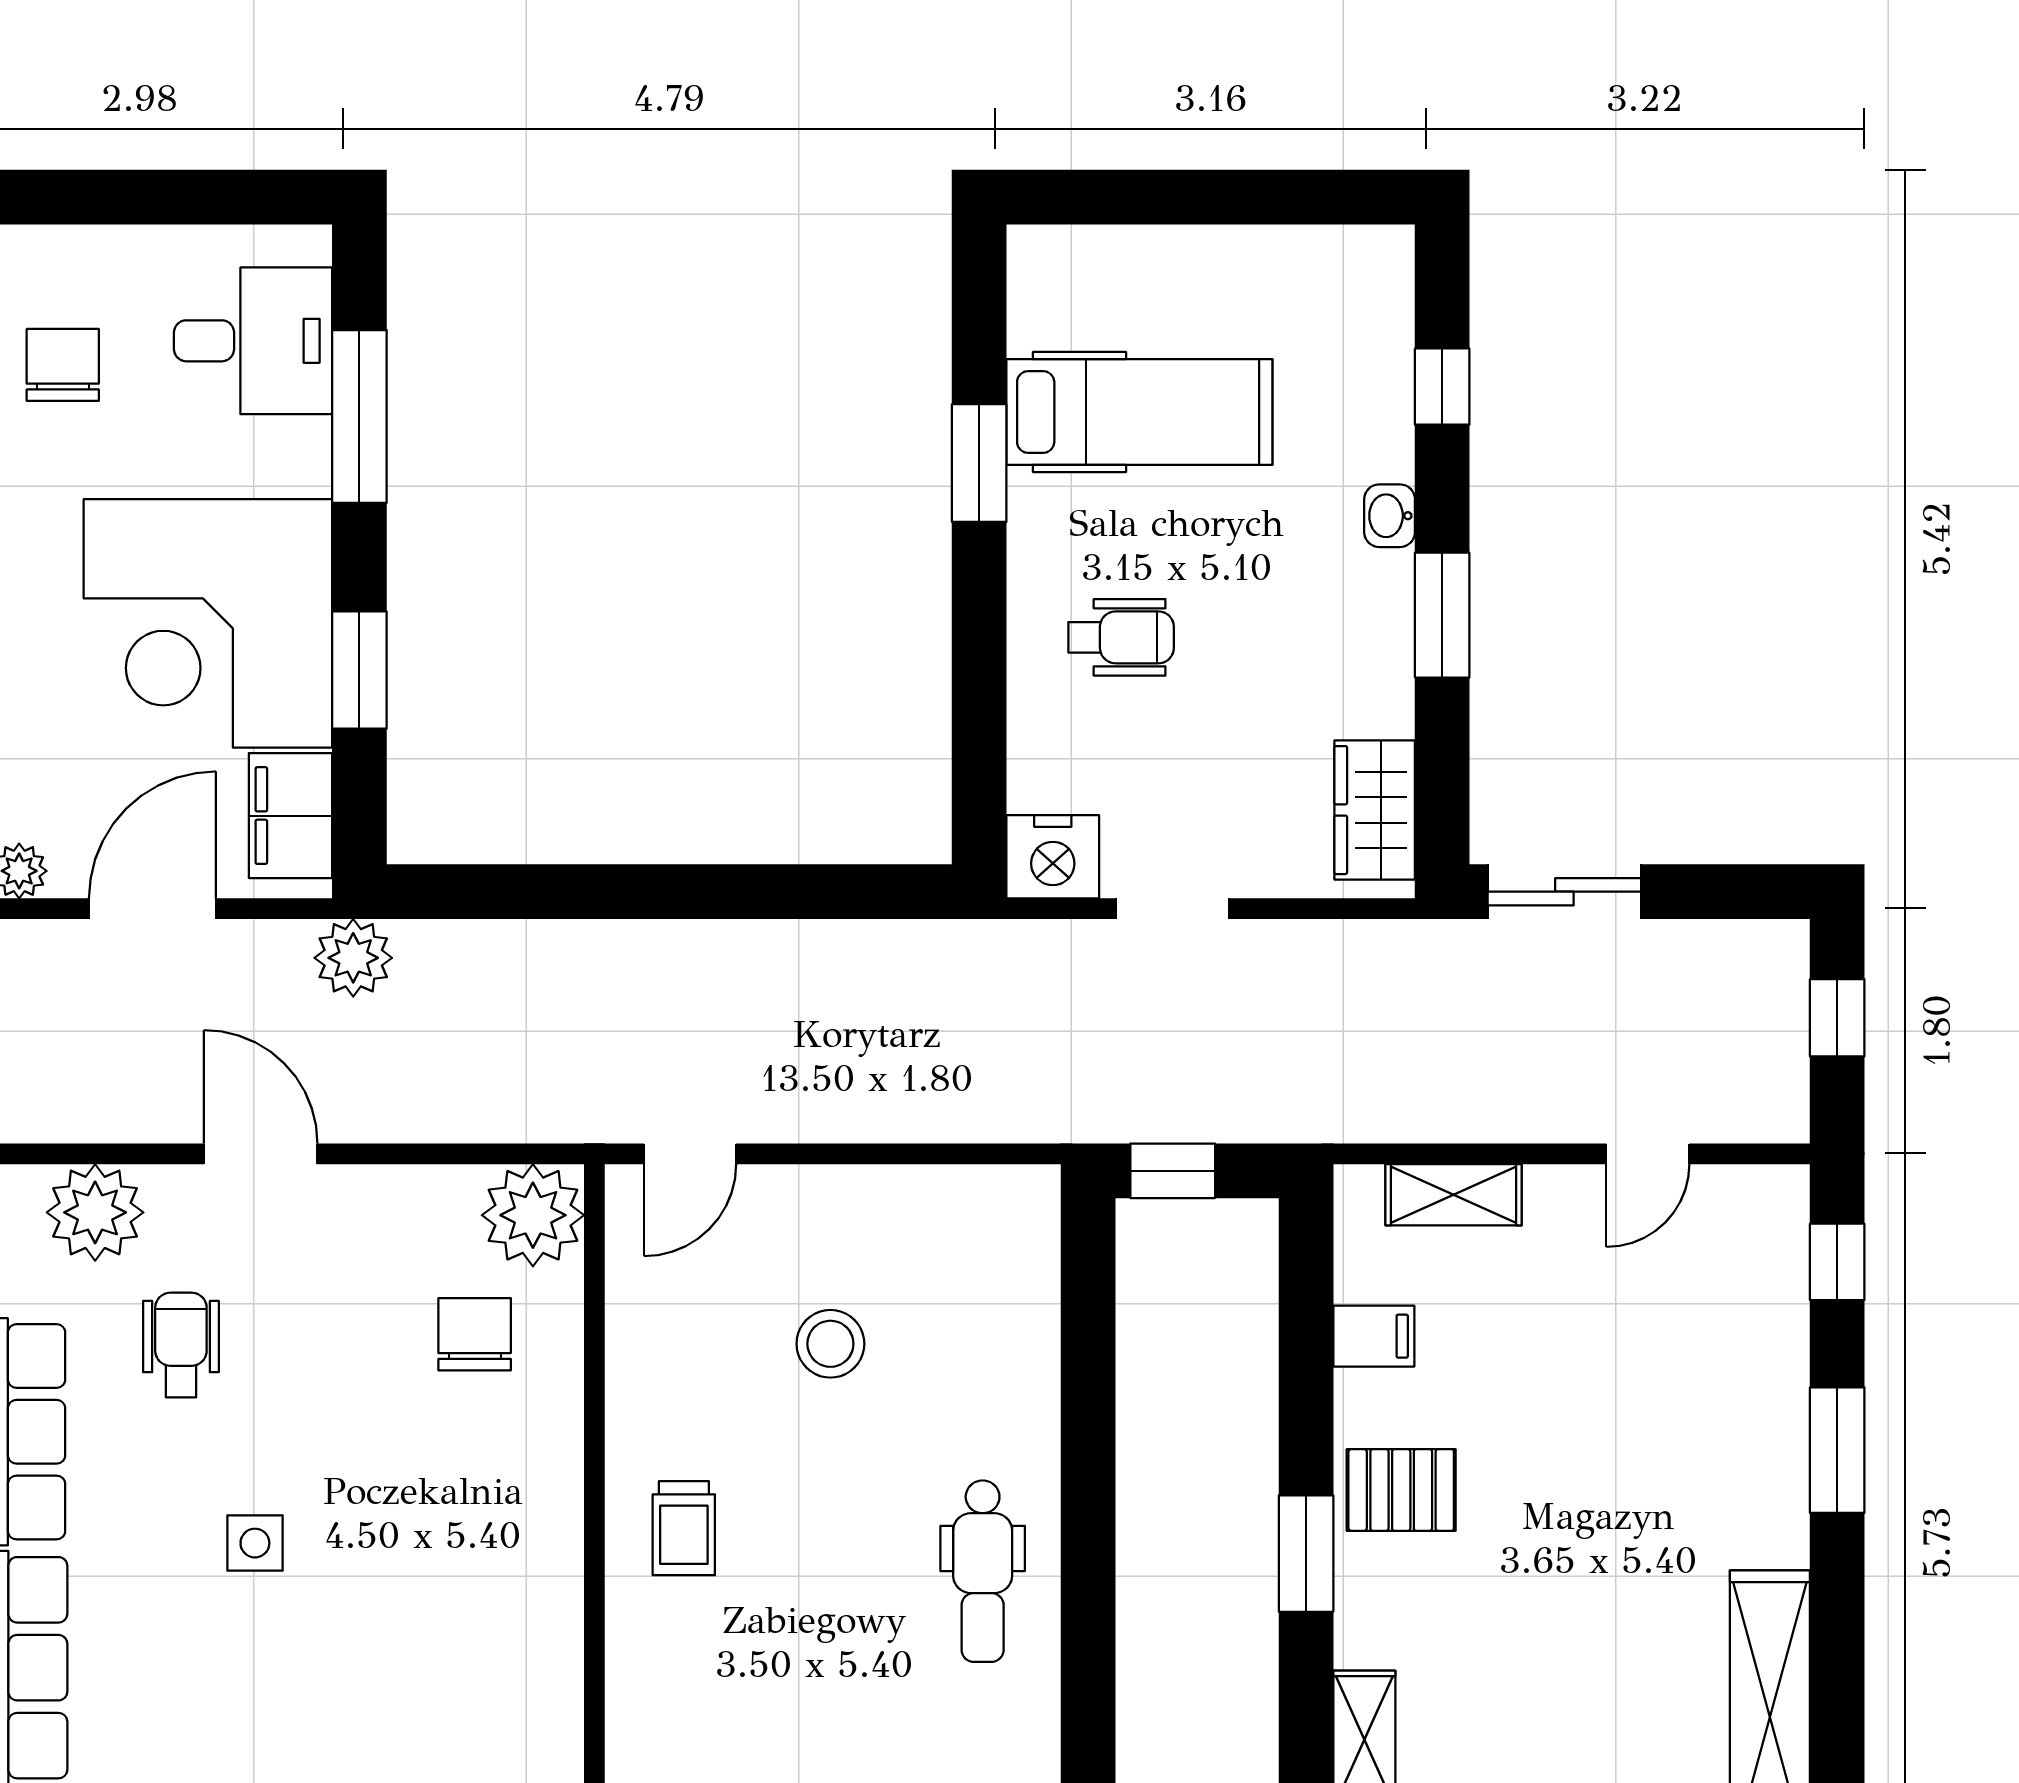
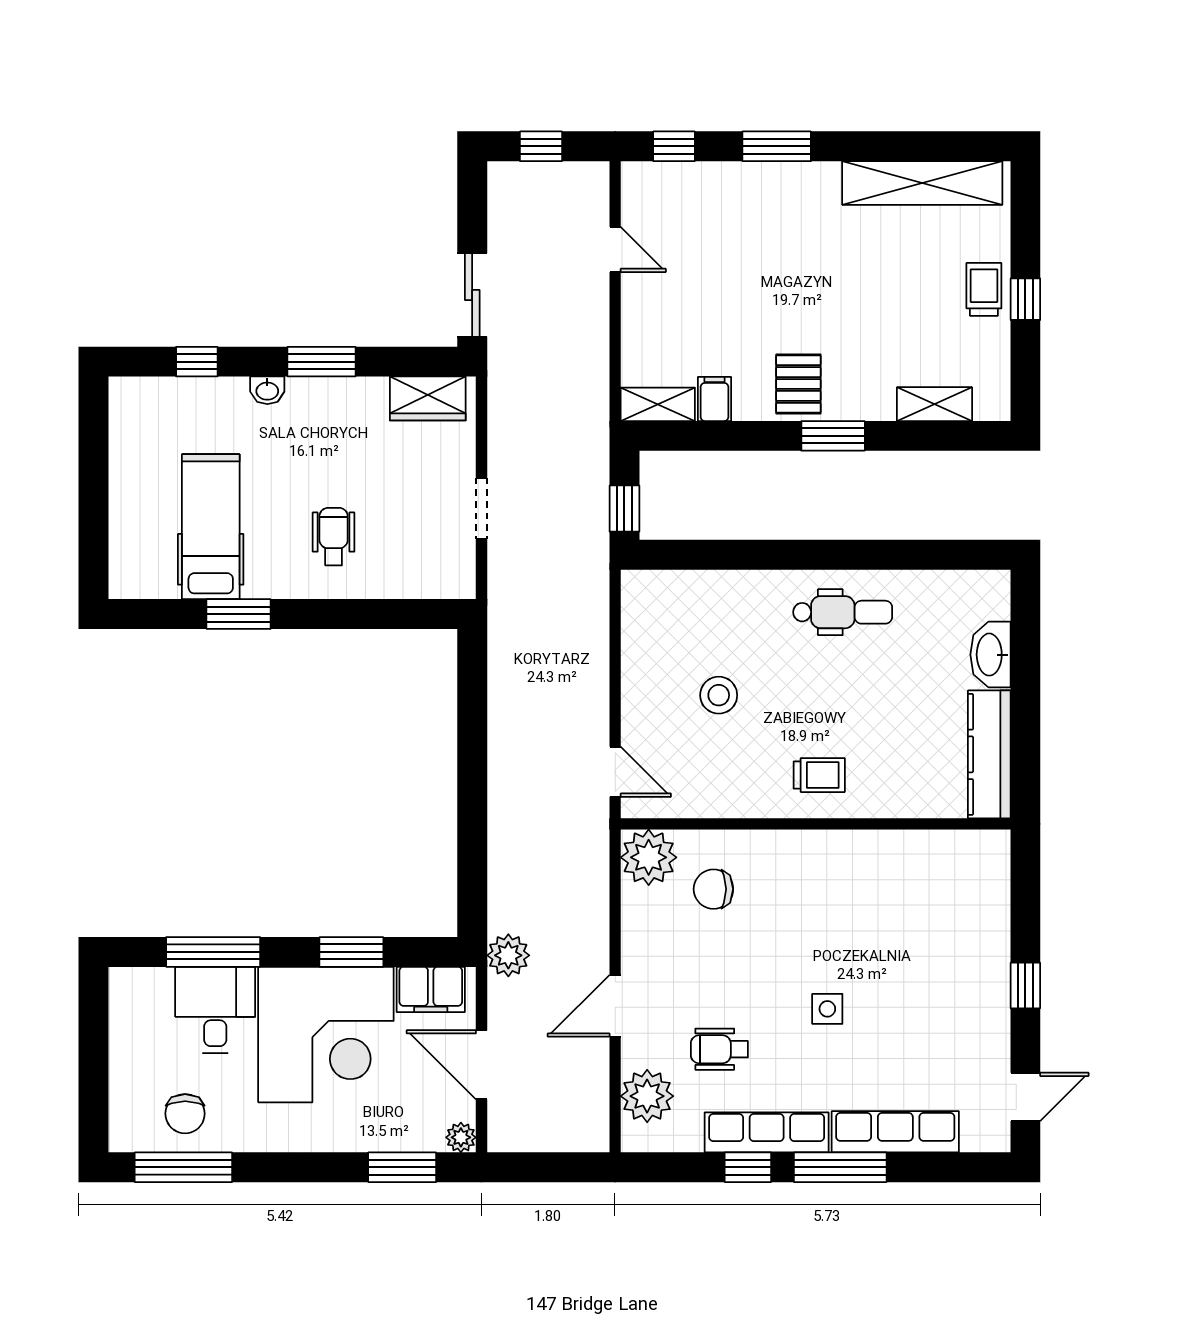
desk: (253, 341) -> (215, 1010), moved
chair: (63, 365) -> (185, 1114), turned -90
nightstand: (1053, 857) -> (453, 574), removed
shelving: (1454, 1195) -> (658, 404), moved, turned 90

